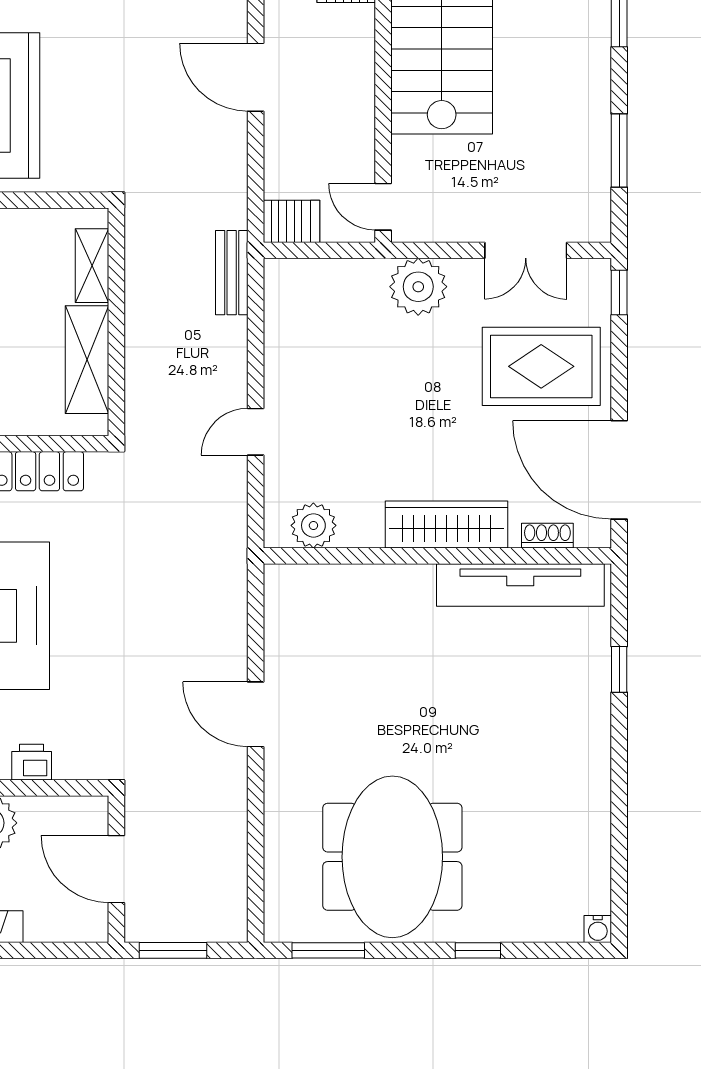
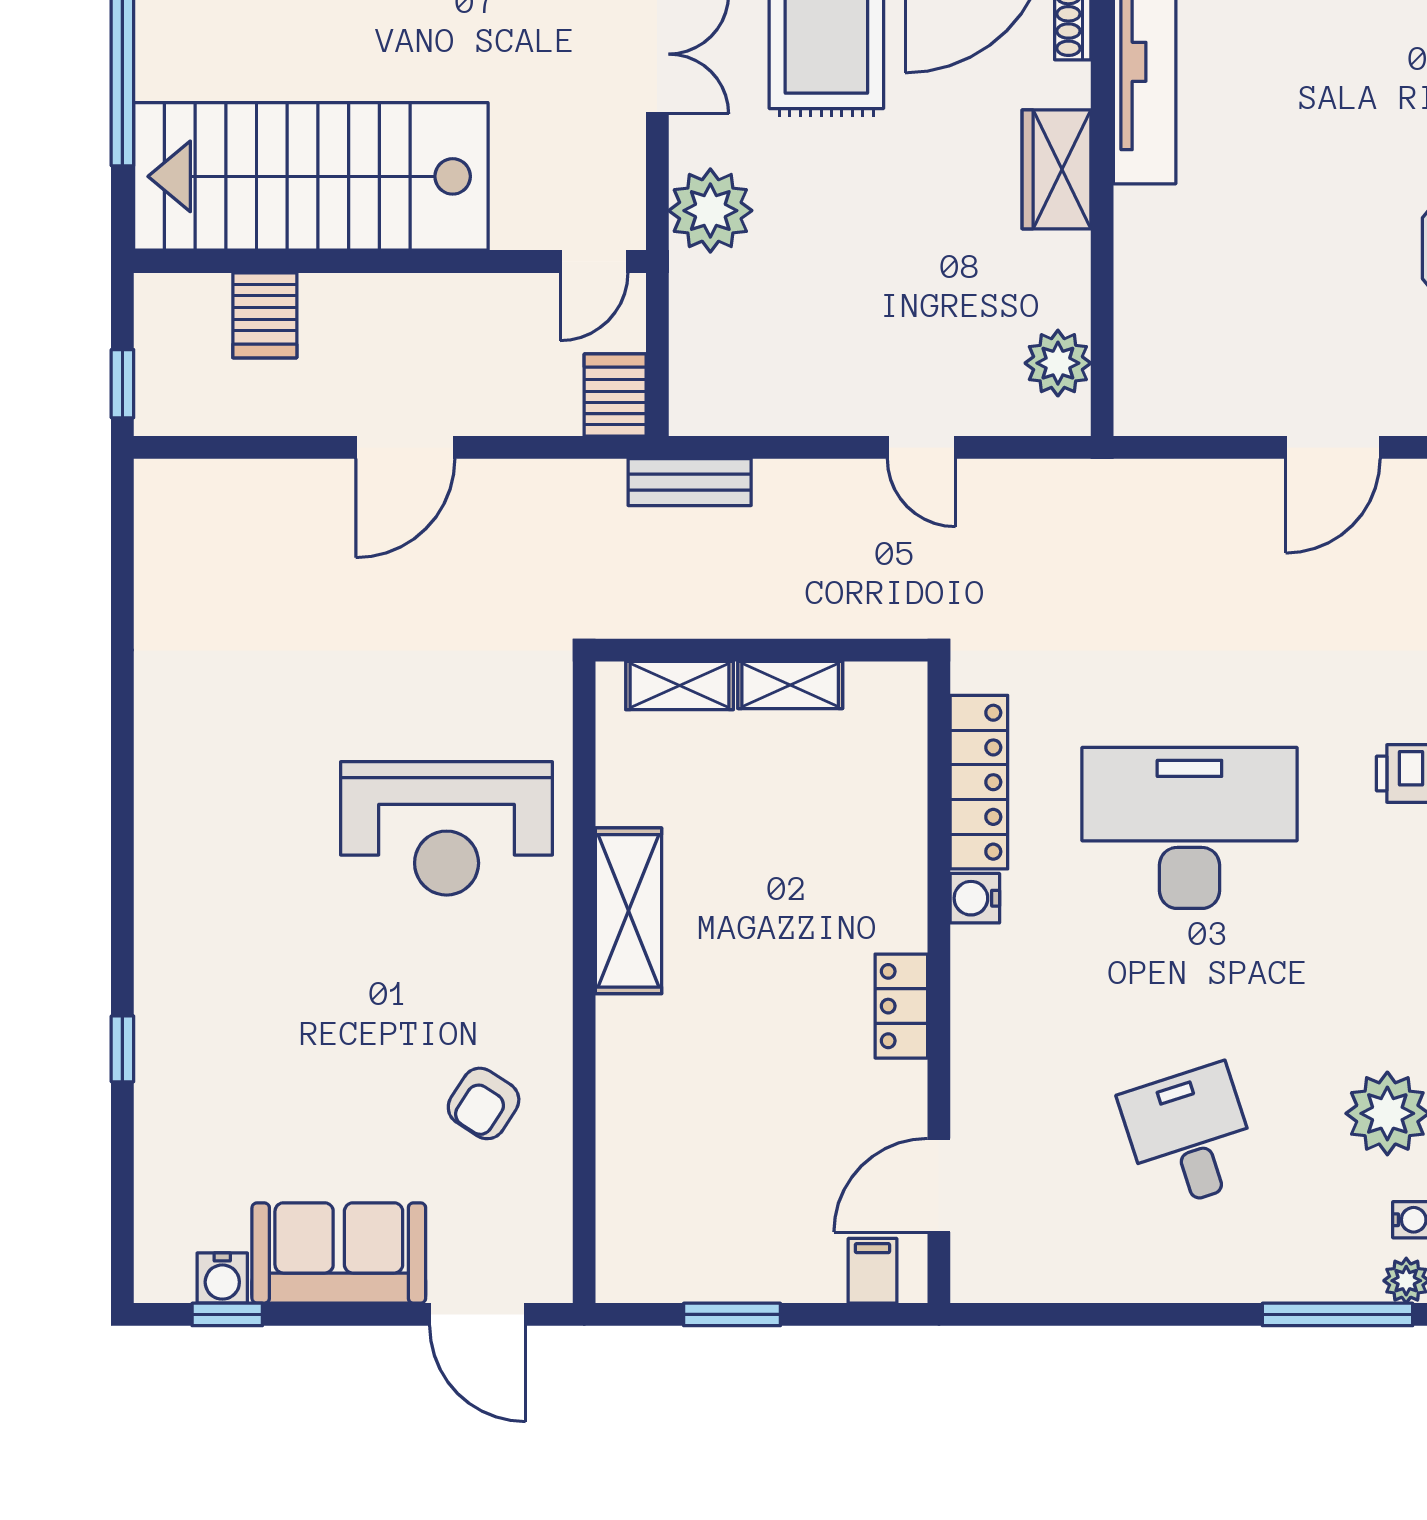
shelving: (87, 360) -> (790, 685), width x0.67, depth x0.75
wardrobe: (446, 524) -> (1056, 169), width x0.67

